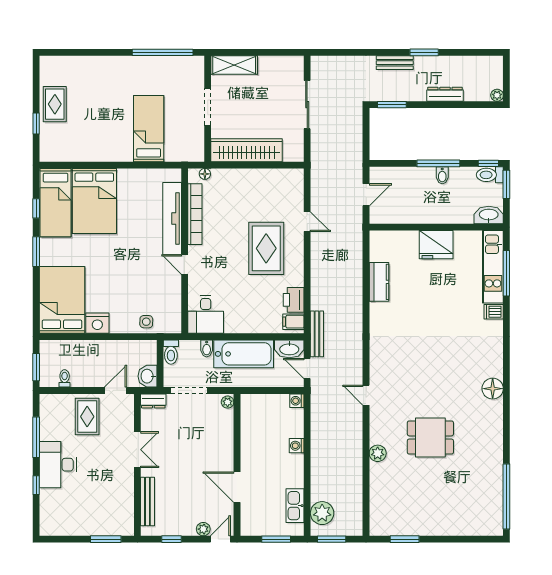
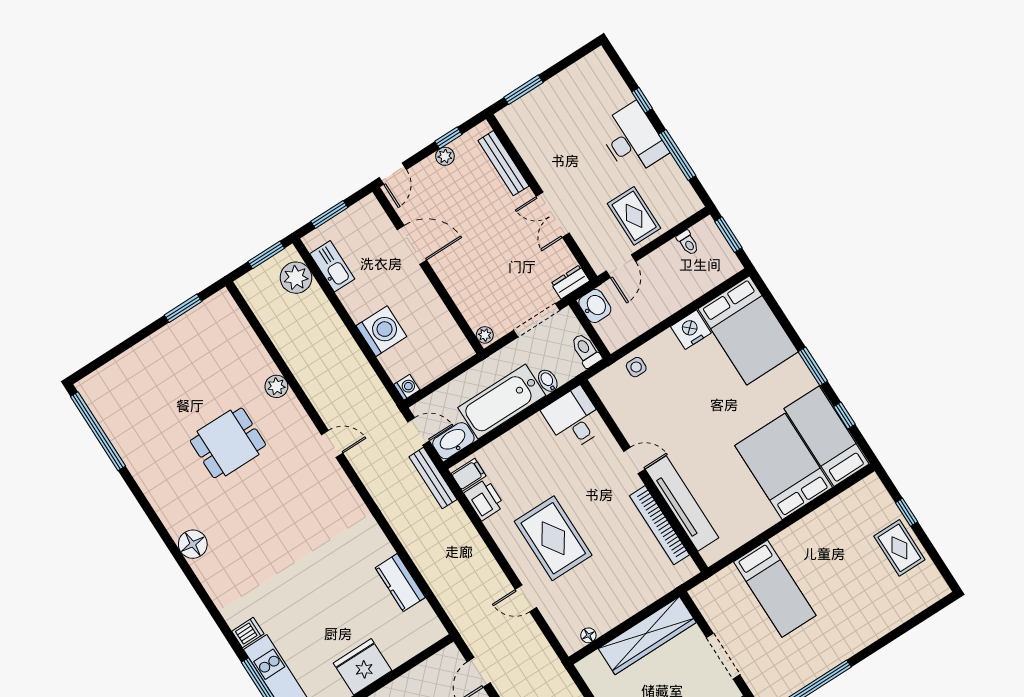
floor lamp: (205, 174) -> (588, 635), moved
washing machine: (297, 446) -> (381, 331), width x1.89, depth x1.89
plant: (203, 529) -> (445, 156), moved

